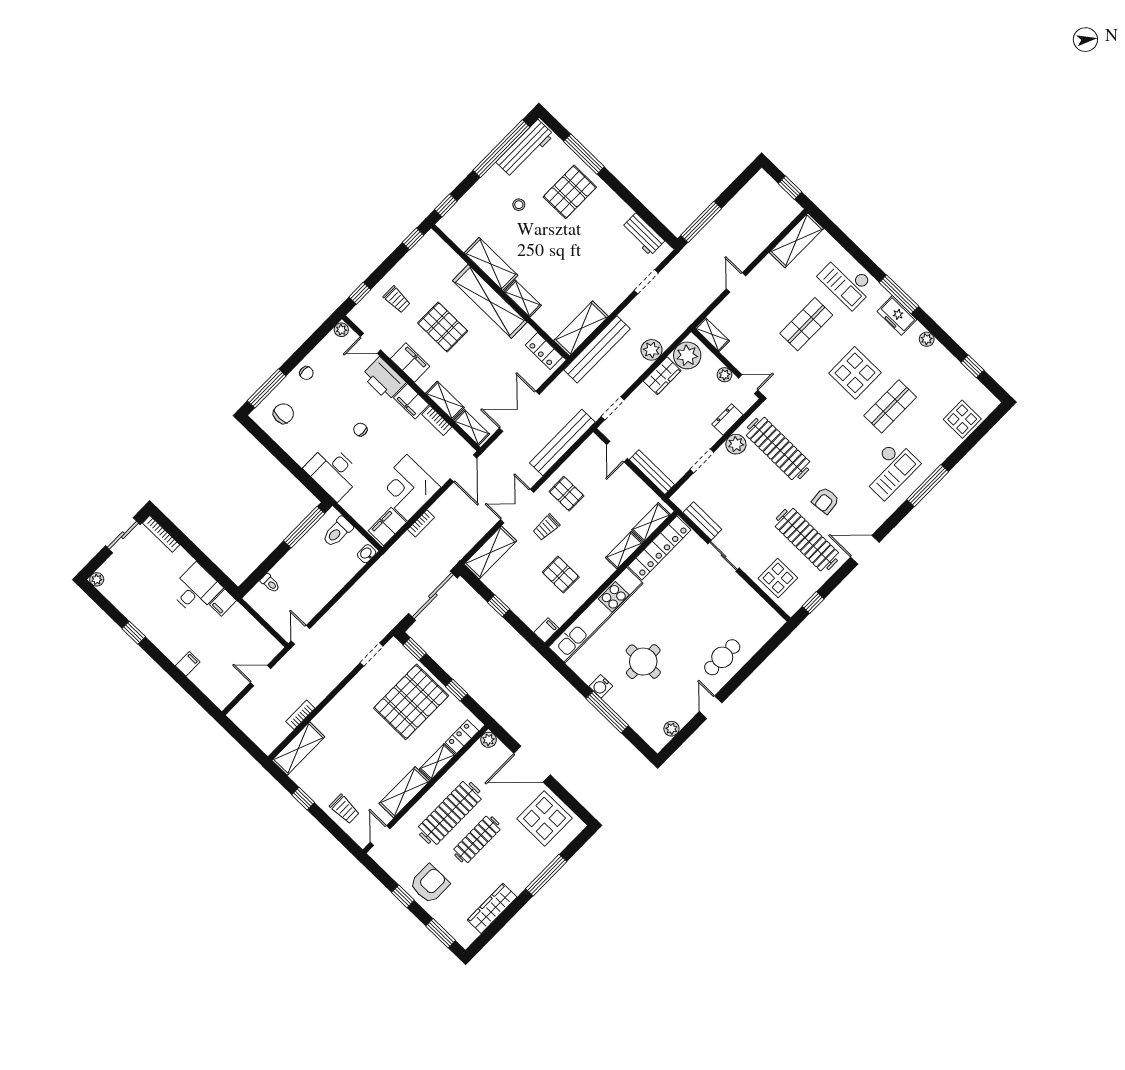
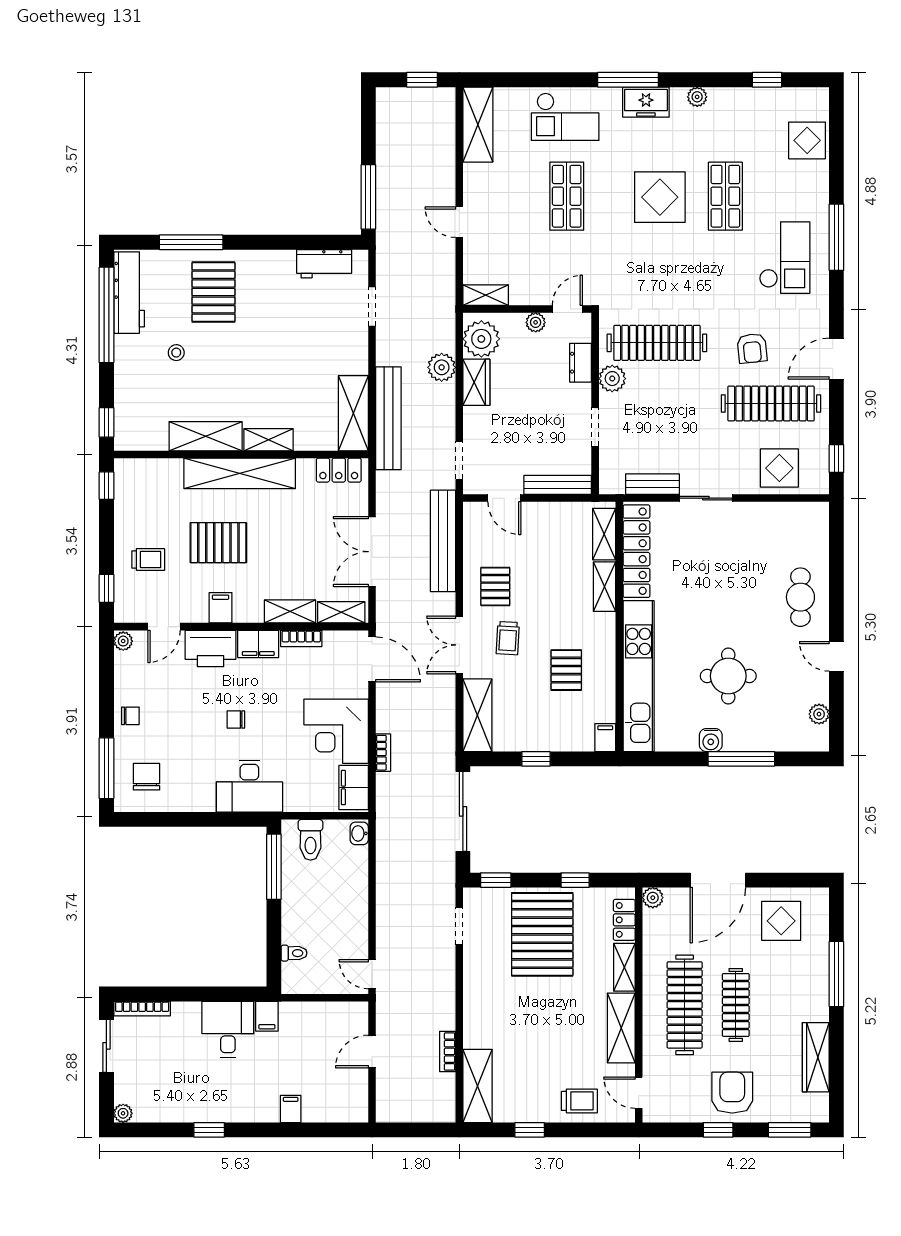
filing cabinet: (410, 363) -> (221, 608), width x0.50
pallet: (566, 494) -> (495, 586), turned 90
pallet: (561, 575) -> (566, 670), turned 90
display table: (544, 818) -> (781, 921), width x0.73, depth x0.73

